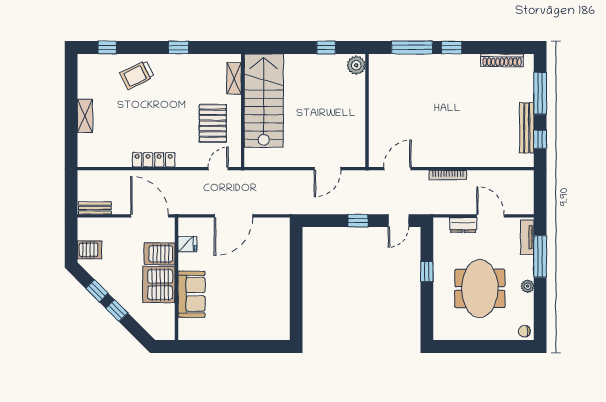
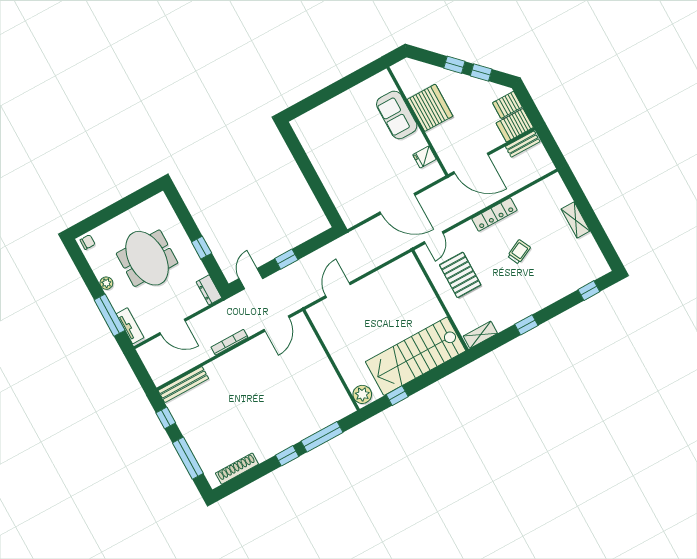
trolley: (137, 75) -> (519, 252), moved, width x0.73, depth x0.72
shelving: (234, 78) -> (480, 335), moved, turned 90
stairs: (264, 101) -> (416, 356), moved, turned 90
bench: (527, 128) -> (183, 385), moved, turned 90
door: (234, 216) -> (398, 204), swing flipped
dresser: (463, 225) -> (209, 290), moved, turned -90
server rack: (160, 254) -> (515, 125), moved, turned 180

